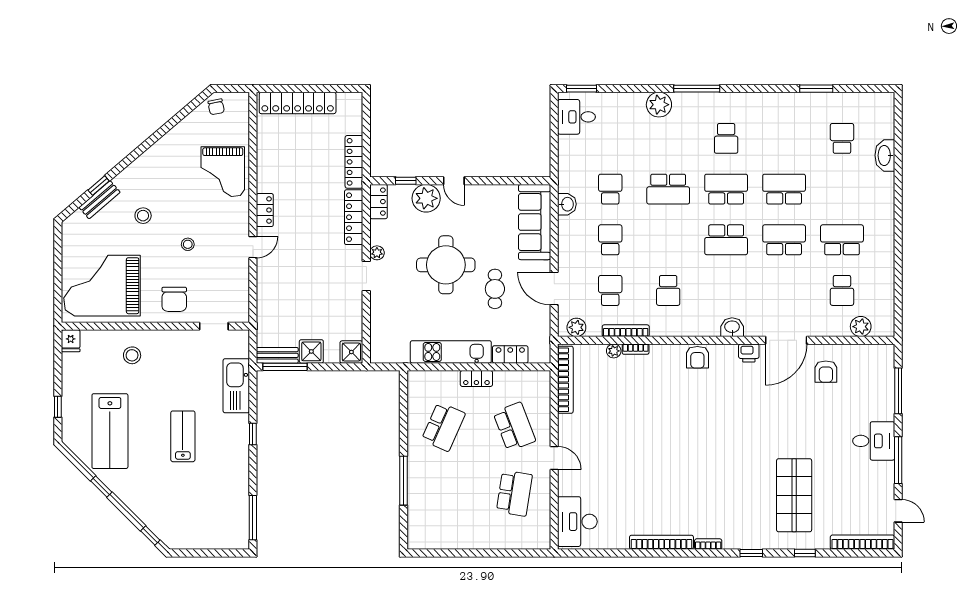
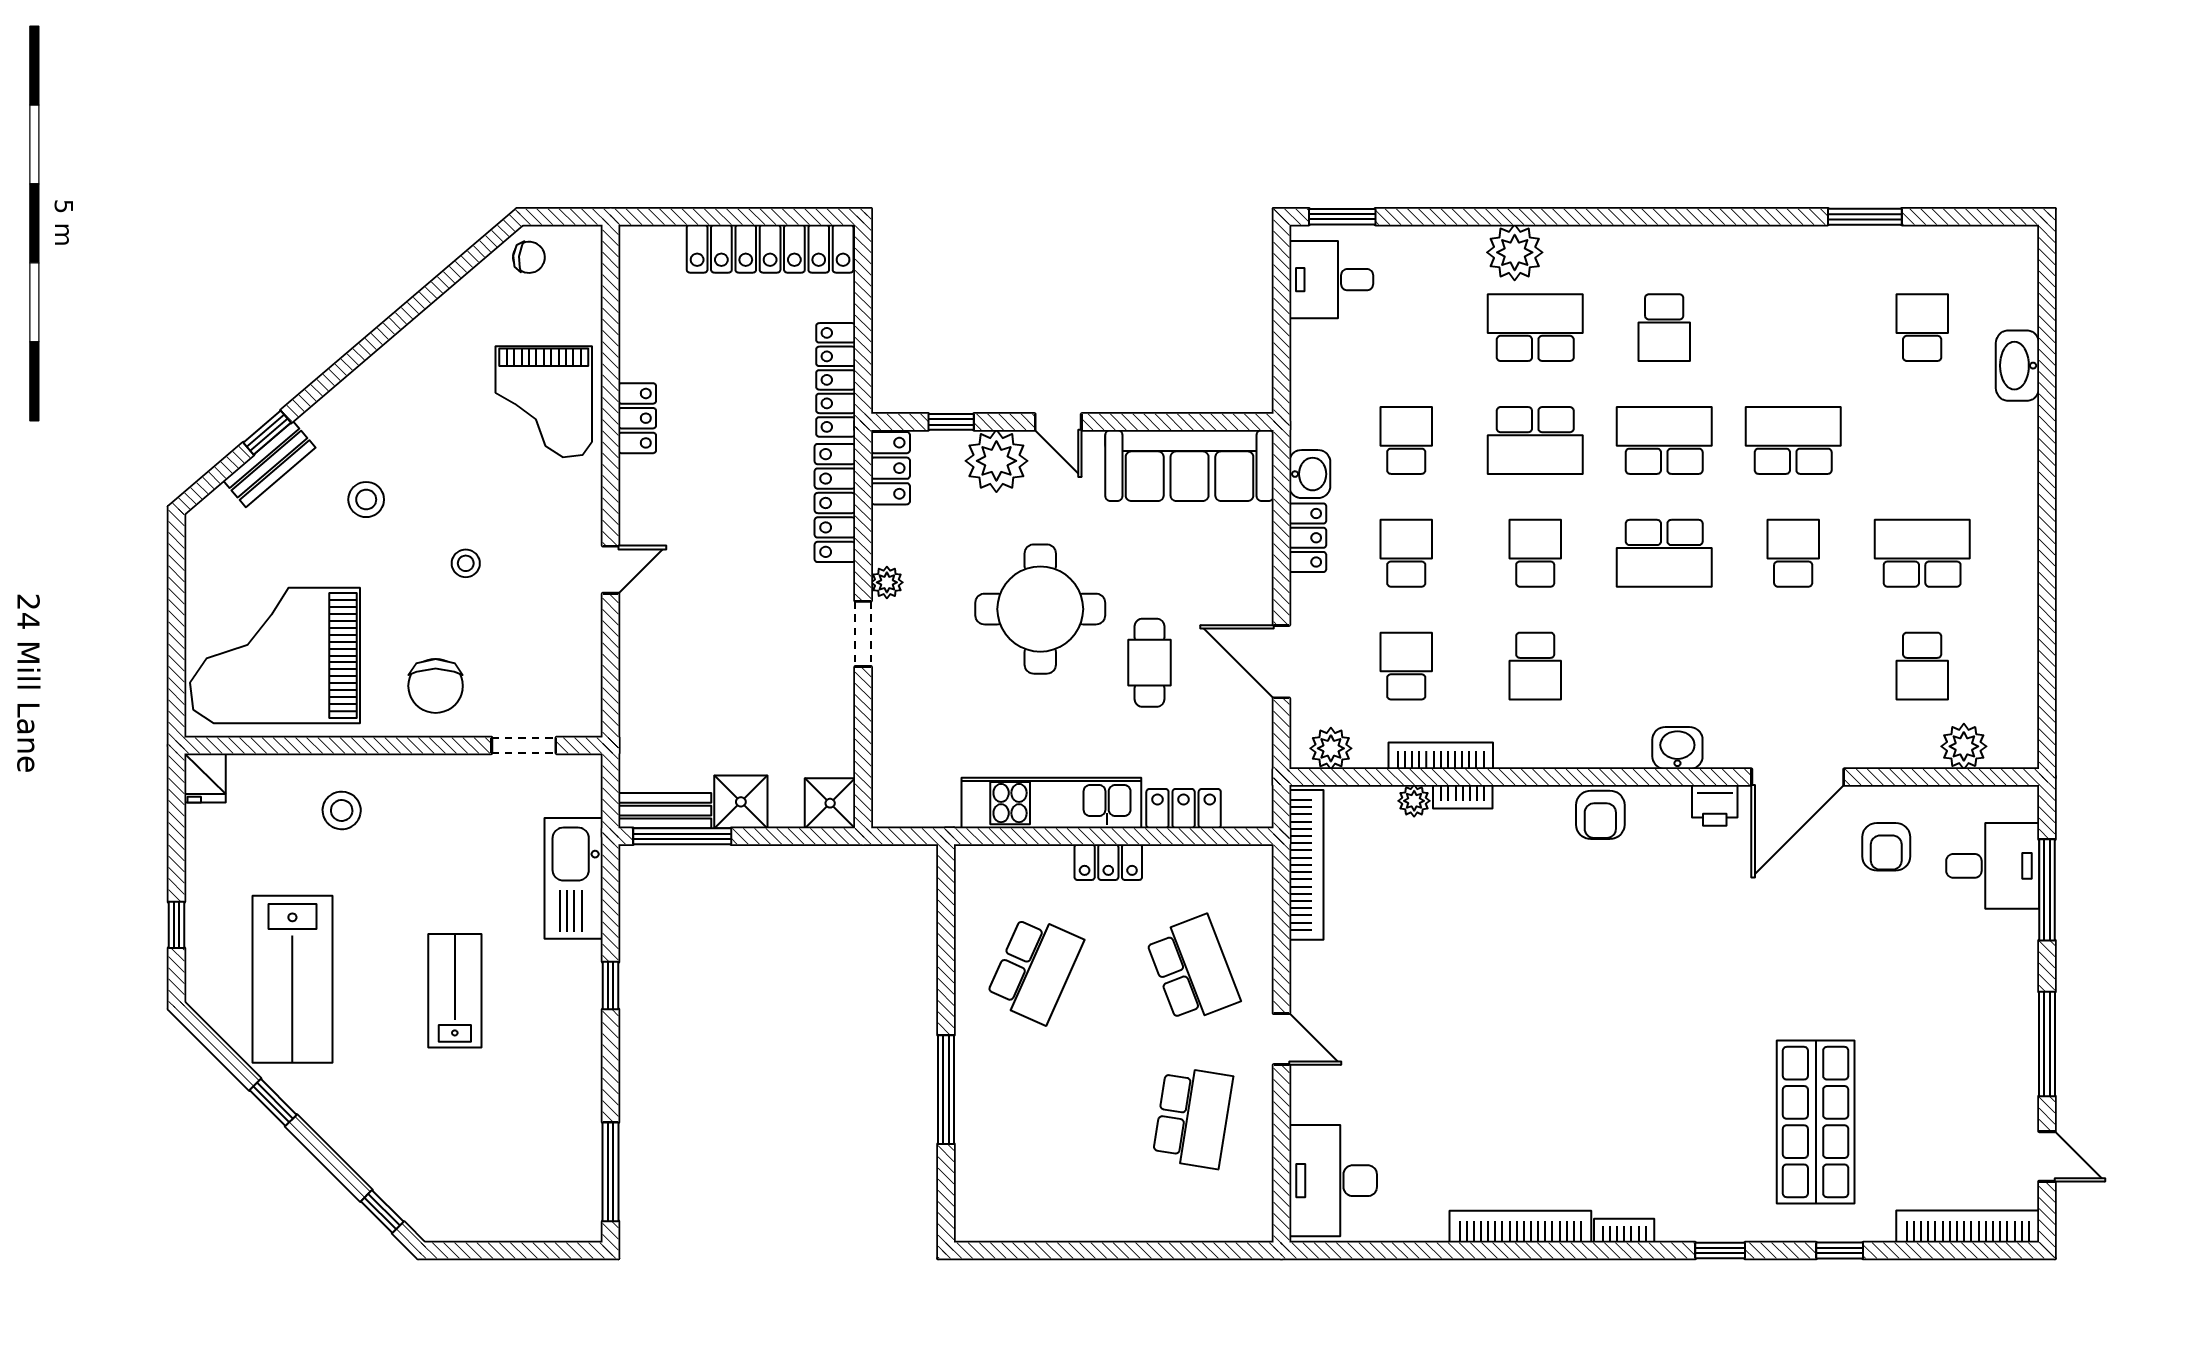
window: (697, 89) -> (1599, 217), removed
locker: (298, 103) -> (770, 249), moved
chair: (216, 107) -> (529, 257), turned -73
school desk: (668, 138) -> (1535, 328), added
locker: (265, 210) -> (637, 418), moved
sofa: (535, 222) -> (1190, 465), moved, turned -90
locker: (566, 233) -> (1308, 538), added
school desk: (668, 240) -> (1535, 553), added
school desk: (784, 240) -> (1793, 553), width x0.54
desk: (874, 441) -> (1993, 866), moved

